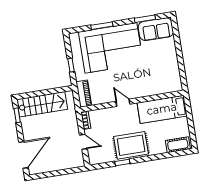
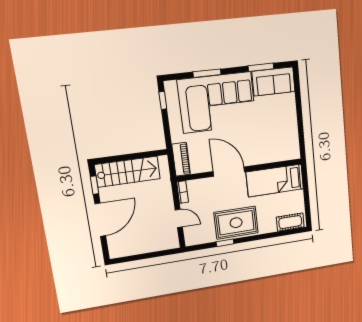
window: (71, 65) -> (163, 100), moved
door: (123, 103) -> (229, 172), width x1.87
door: (24, 155) -> (100, 220), moved

